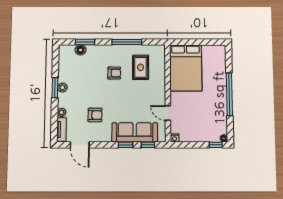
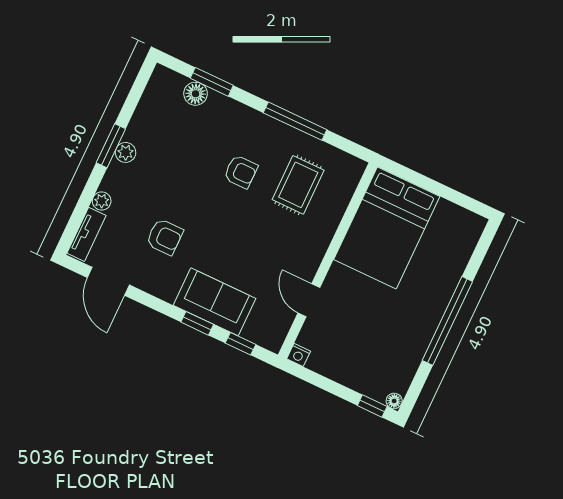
sofa: (135, 132) -> (215, 302), width x0.73

